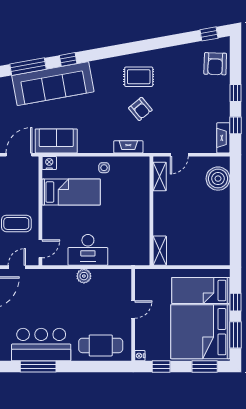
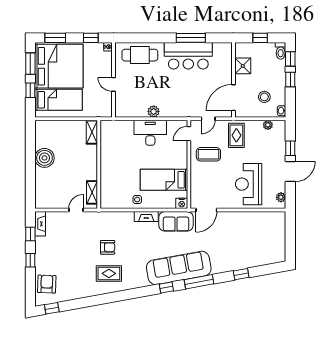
armchair: (140, 109) -> (108, 247), turned 130
fireplace: (128, 147) -> (146, 217), moved
boiler: (218, 179) -> (45, 158), moved
door: (133, 309) -> (113, 84), hinge flipped

